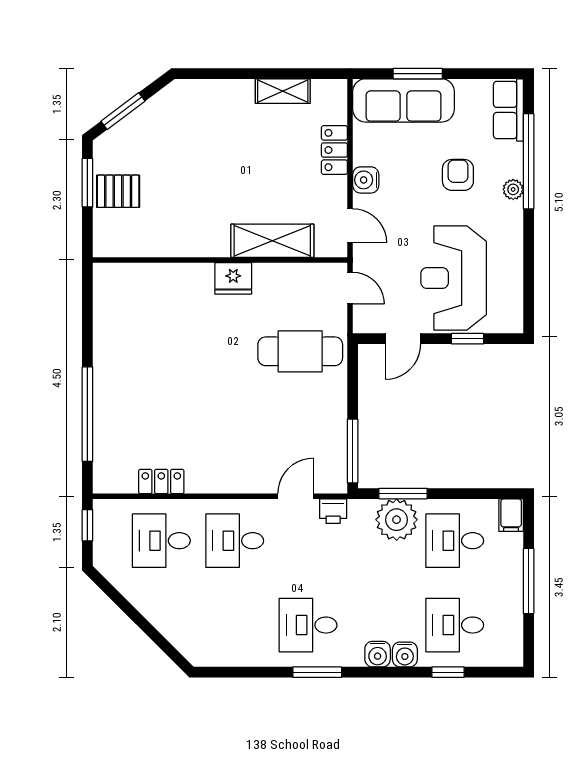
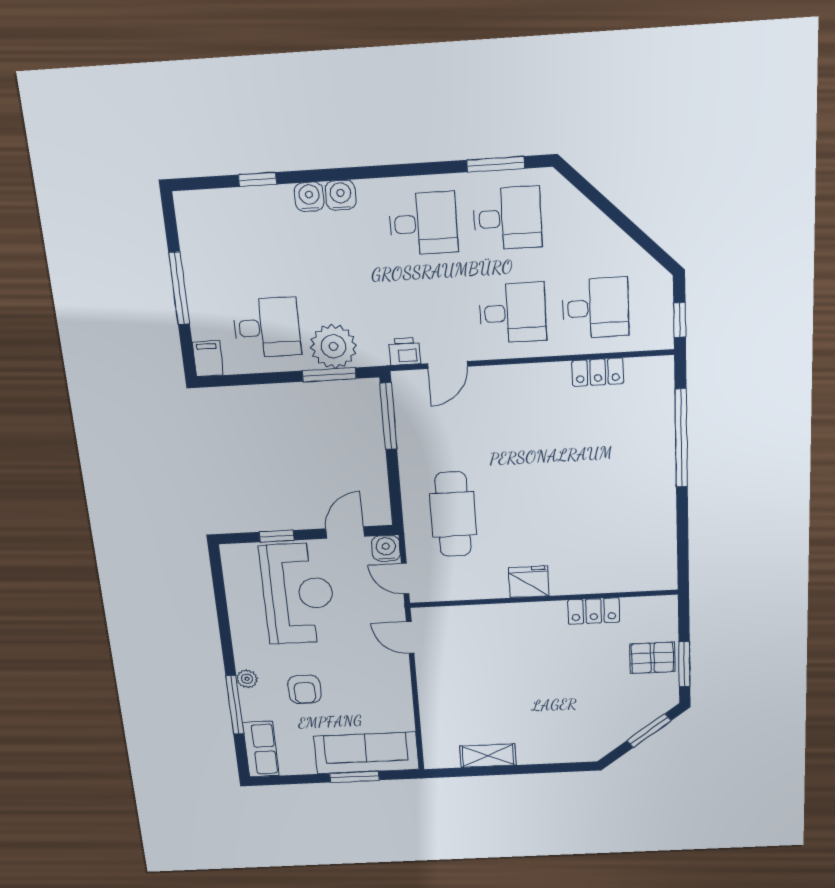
locker: (334, 150) -> (594, 611), moved, turned 90
window: (529, 161) -> (235, 705), width x0.68
water cooler: (366, 180) -> (386, 548), moved, turned -90
shelving: (272, 241) -> (490, 620), removed
cafe table: (300, 351) -> (453, 514), turned 90
desk: (455, 625) -> (507, 218), moved
window: (317, 672) -> (496, 164), moved

